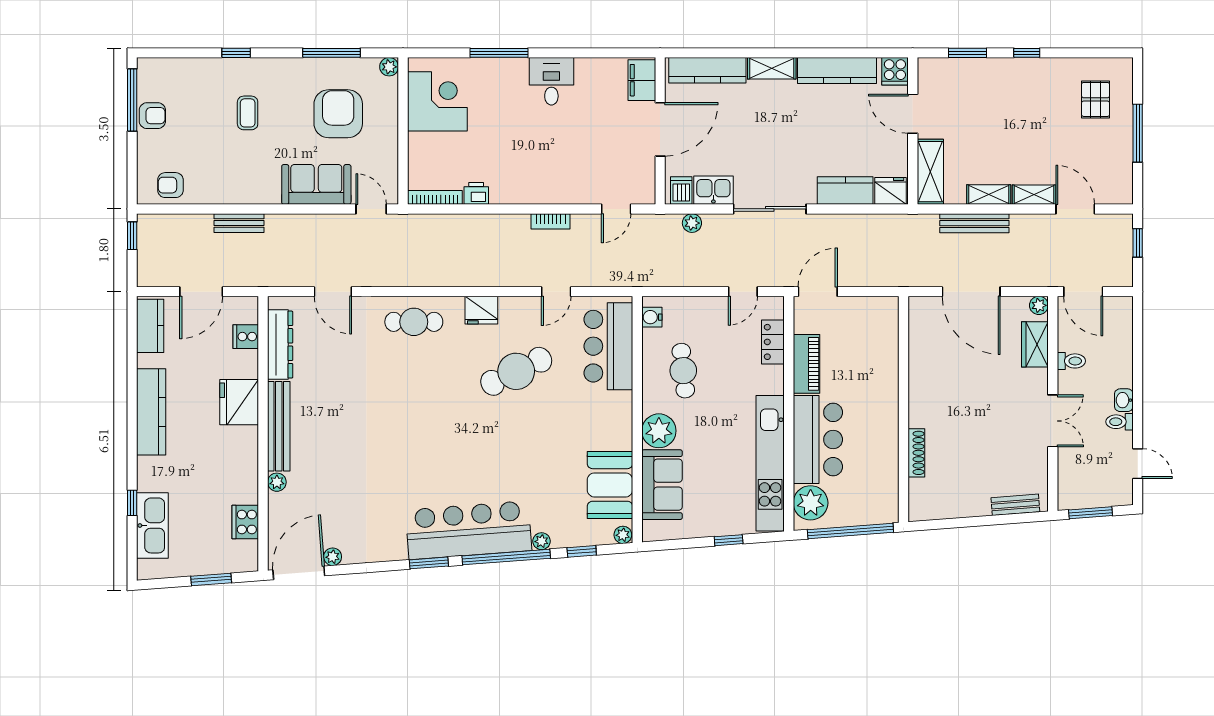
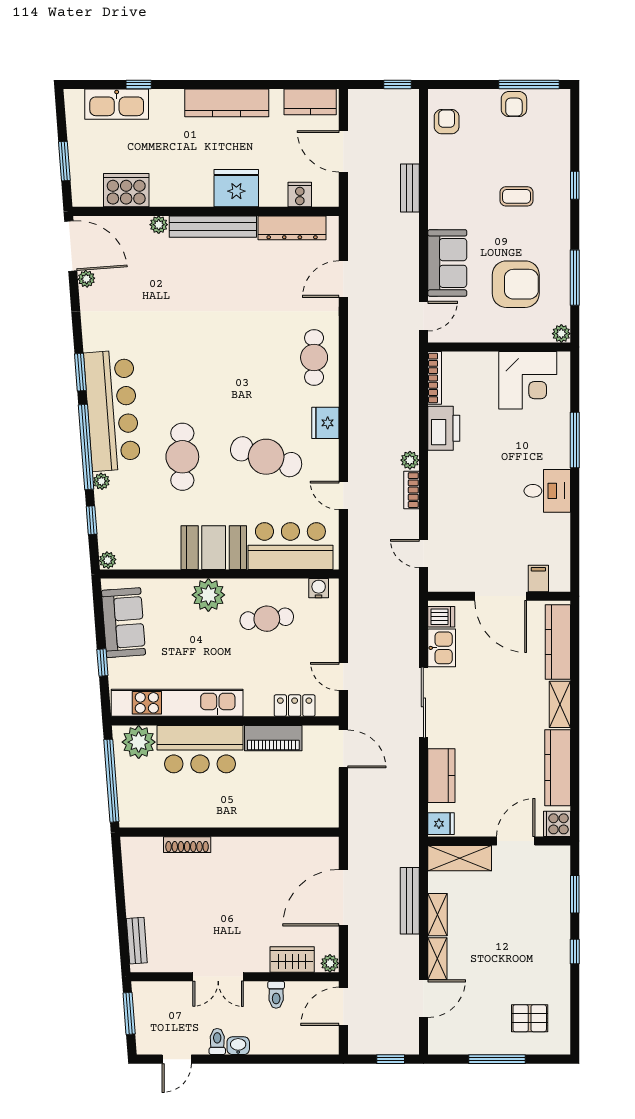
filing cabinet: (642, 80) -> (538, 579), width x0.50
fridge: (890, 191) -> (441, 824), width x0.72
printer: (476, 193) -> (444, 428), width x1.87, depth x1.48
plant: (692, 223) -> (410, 460), moved
cafe table: (516, 371) -> (266, 457), turned -46
cafe table: (516, 458) -> (182, 457), added
booth: (610, 485) -> (214, 548), moved
sofa: (662, 485) -> (123, 623), moved, turned -94
cooker: (245, 522) -> (126, 190), width x1.37, depth x1.31

